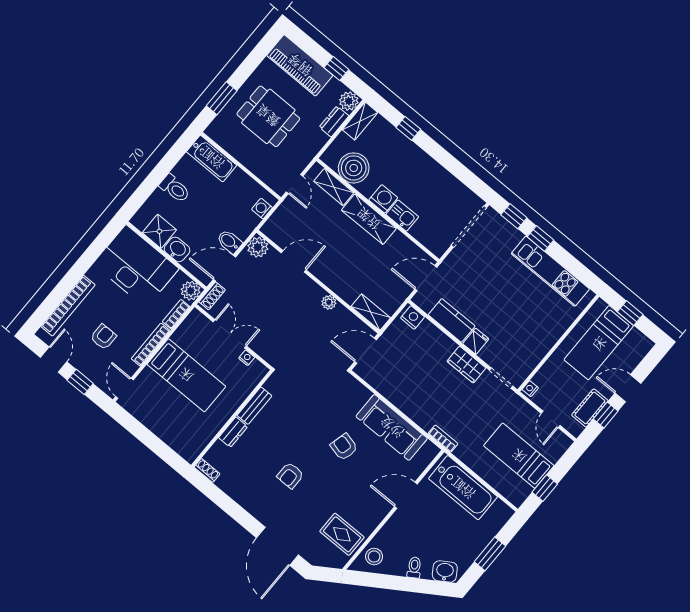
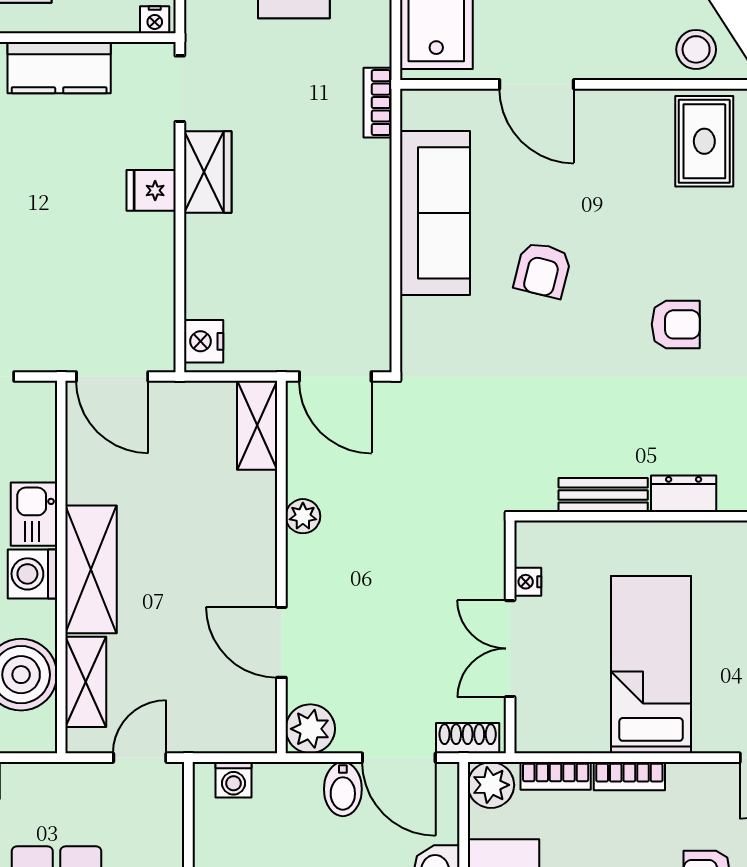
kitchen counter: (452, 320) -> (59, 68), moved, turned -90
bookcase: (151, 345) -> (629, 776), width x0.64

